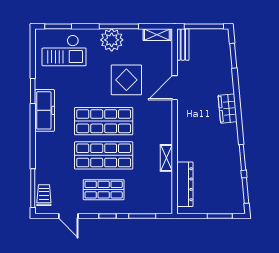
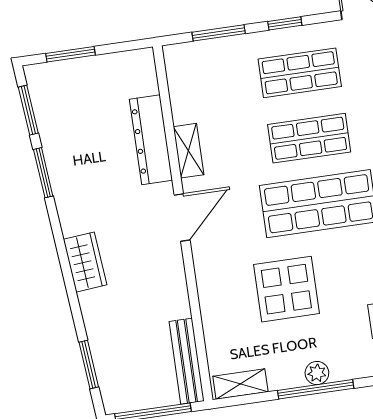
plant: (112, 40) -> (317, 373), width x0.53, depth x0.53
bench: (183, 44) -> (187, 361), width x1.36
door: (175, 88) -> (182, 217), moved
shop shelf: (104, 155) -> (309, 138), width x0.70, depth x0.74
dresser: (185, 184) -> (151, 140), moved

